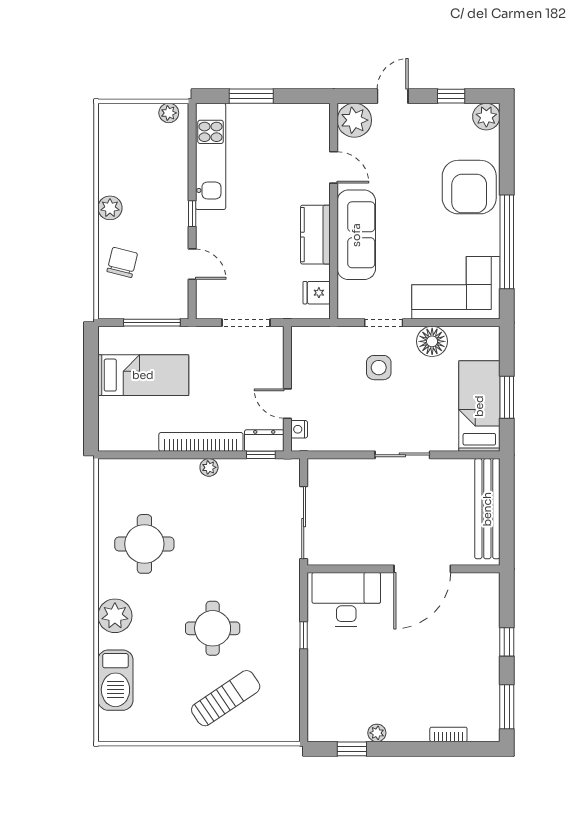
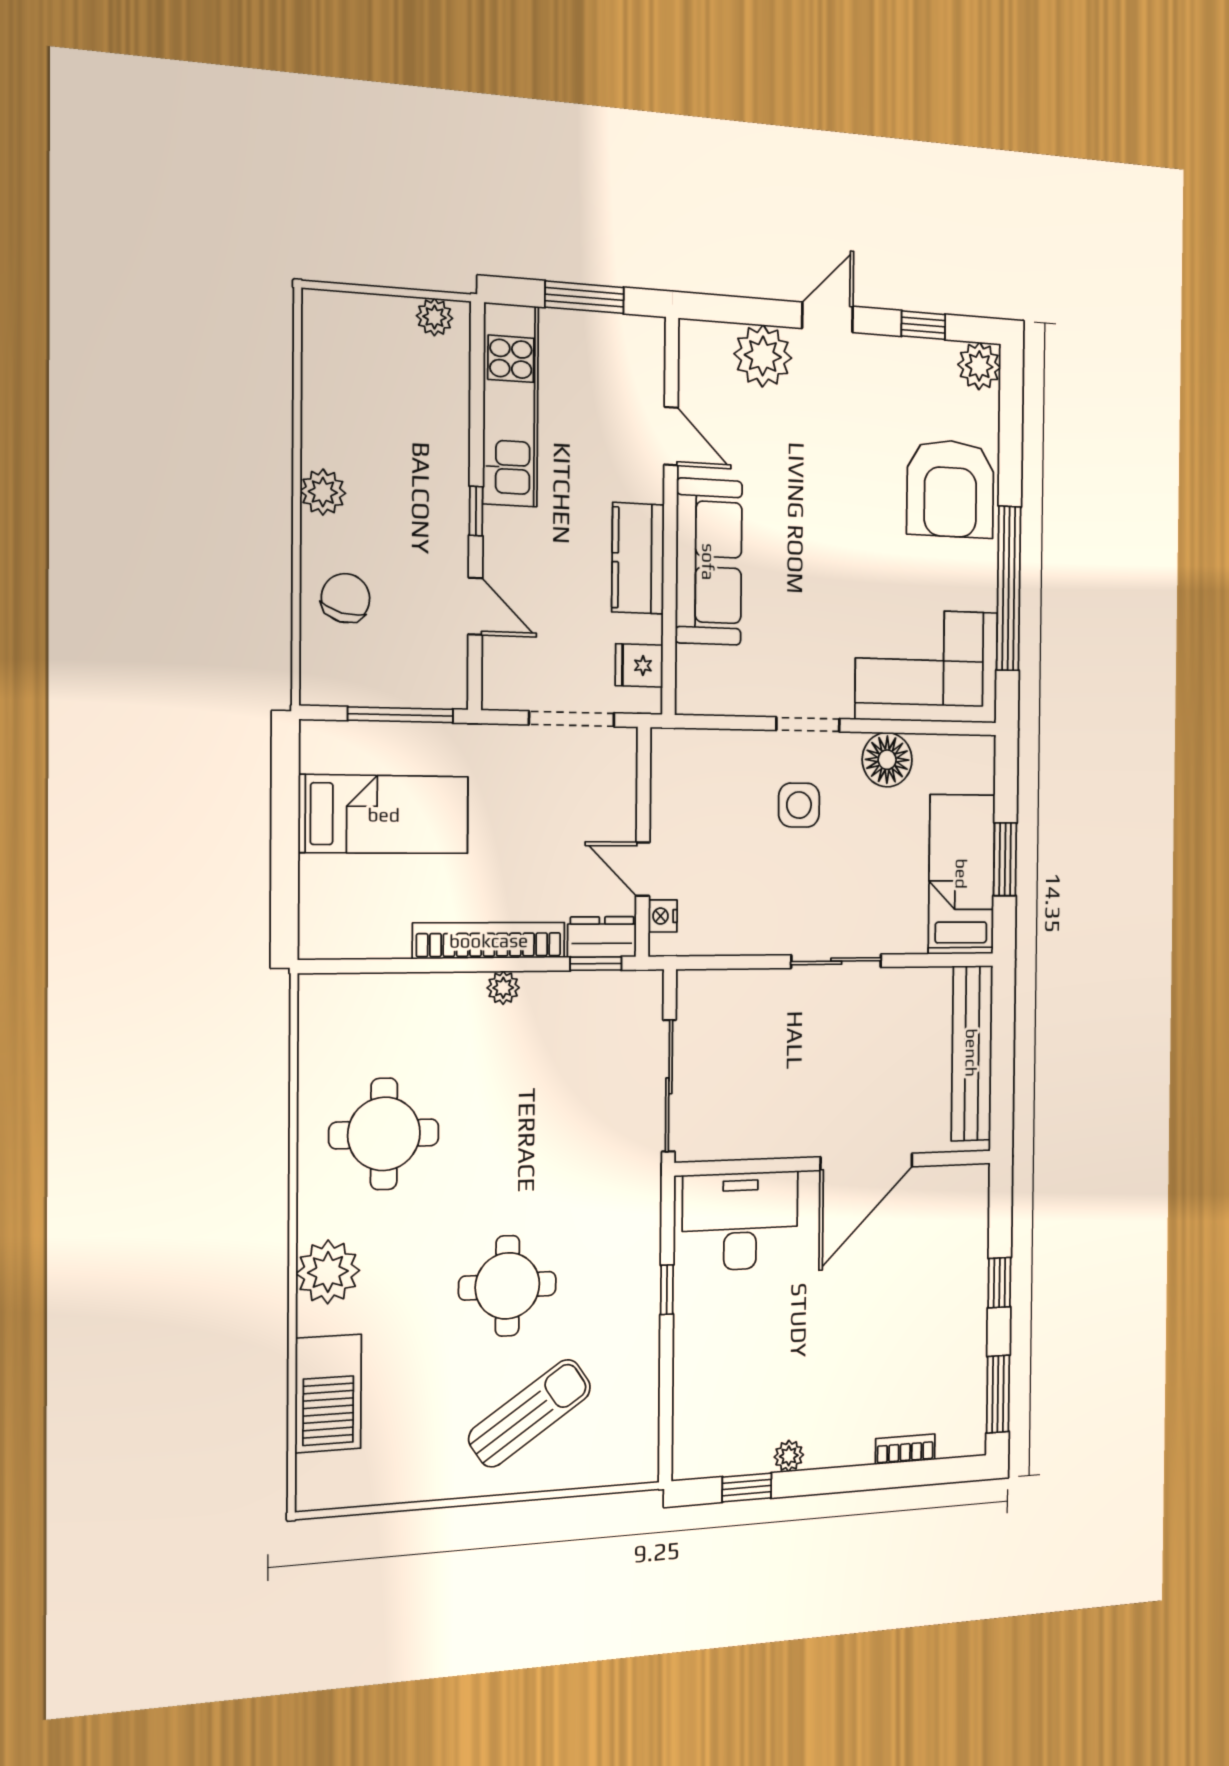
door: (334, 167) -> (671, 436), moved
wall: (334, 211) -> (670, 517), moved
kitchen counter: (315, 235) -> (638, 558), moved
sofa: (356, 235) -> (709, 562), moved
fridge: (317, 293) -> (639, 665), moved

